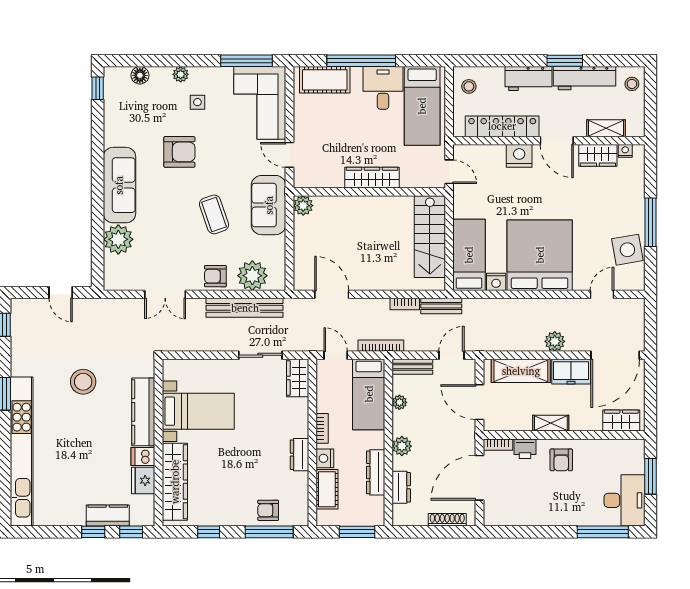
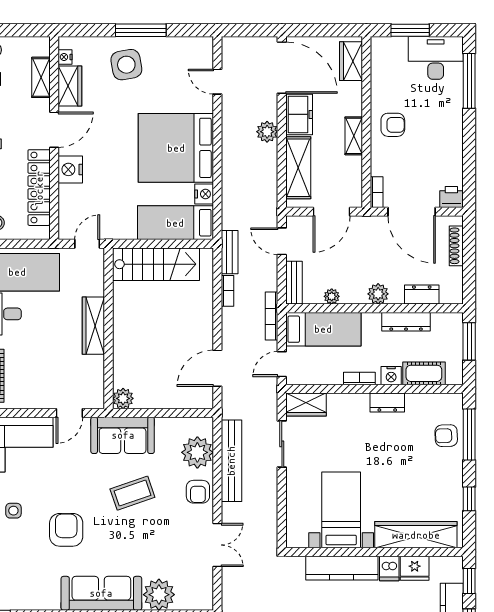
side table: (627, 250) -> (126, 65), moved
printer: (525, 449) -> (451, 197), moved, turned -90
armchair: (268, 510) -> (446, 436), turned 88

